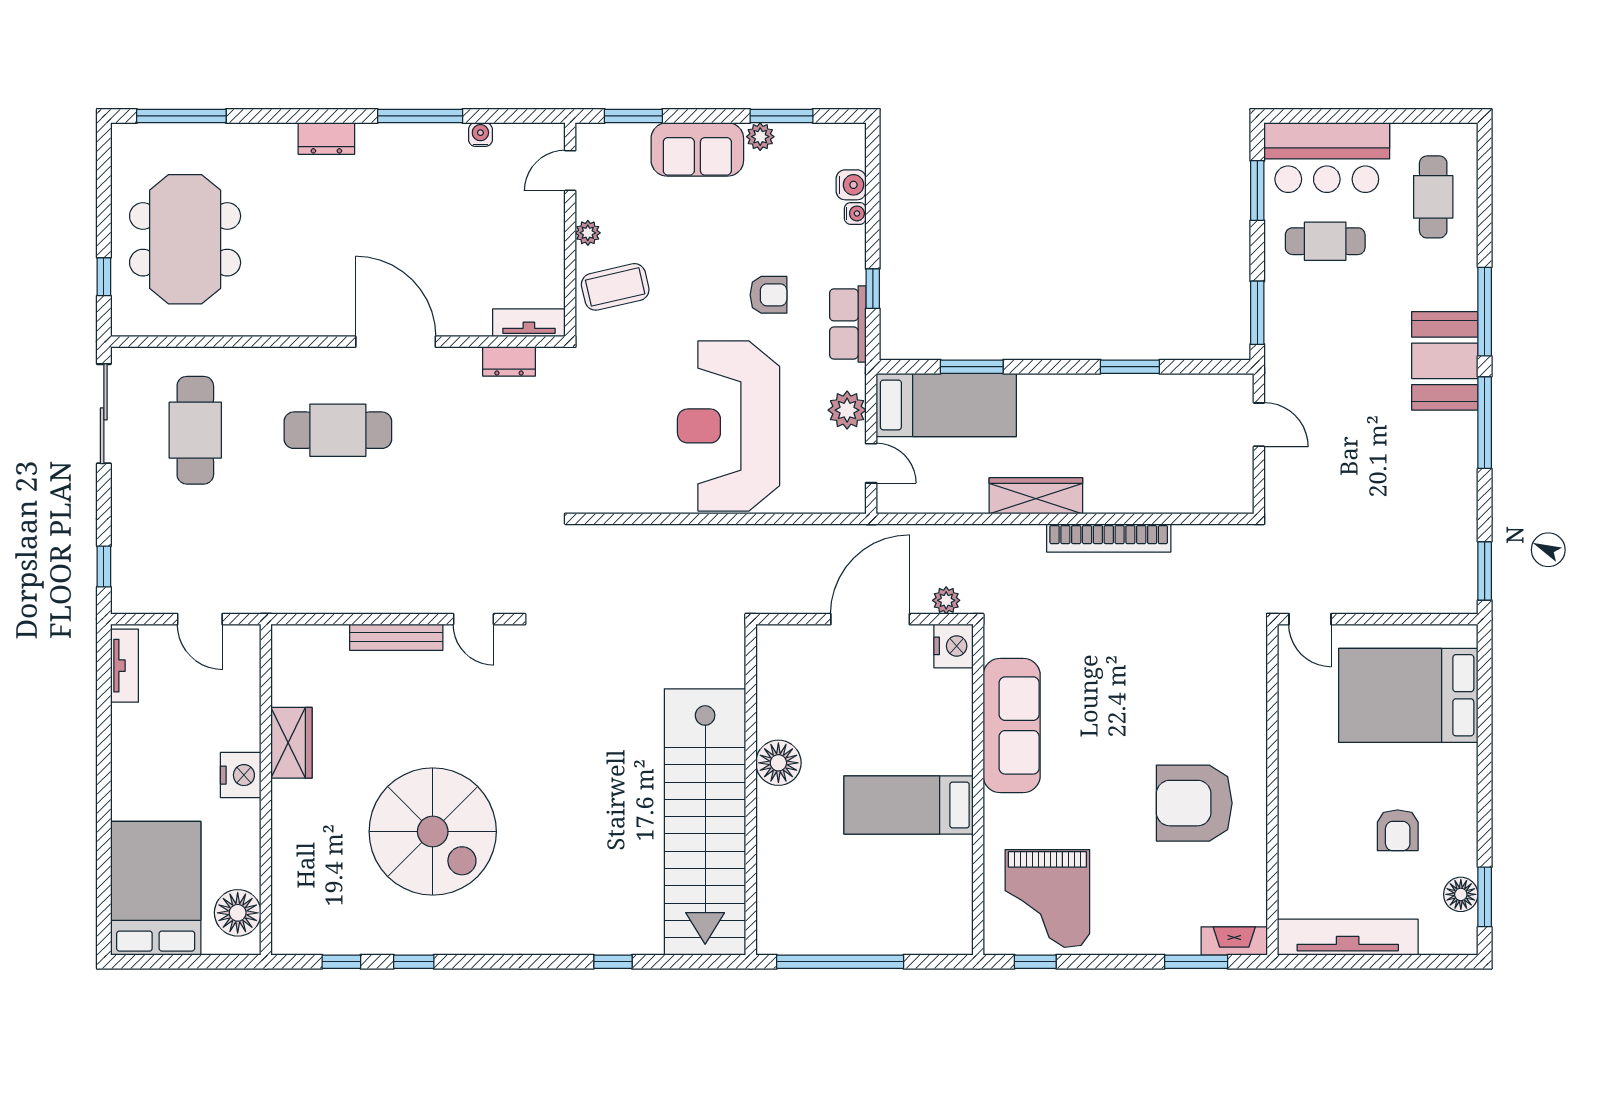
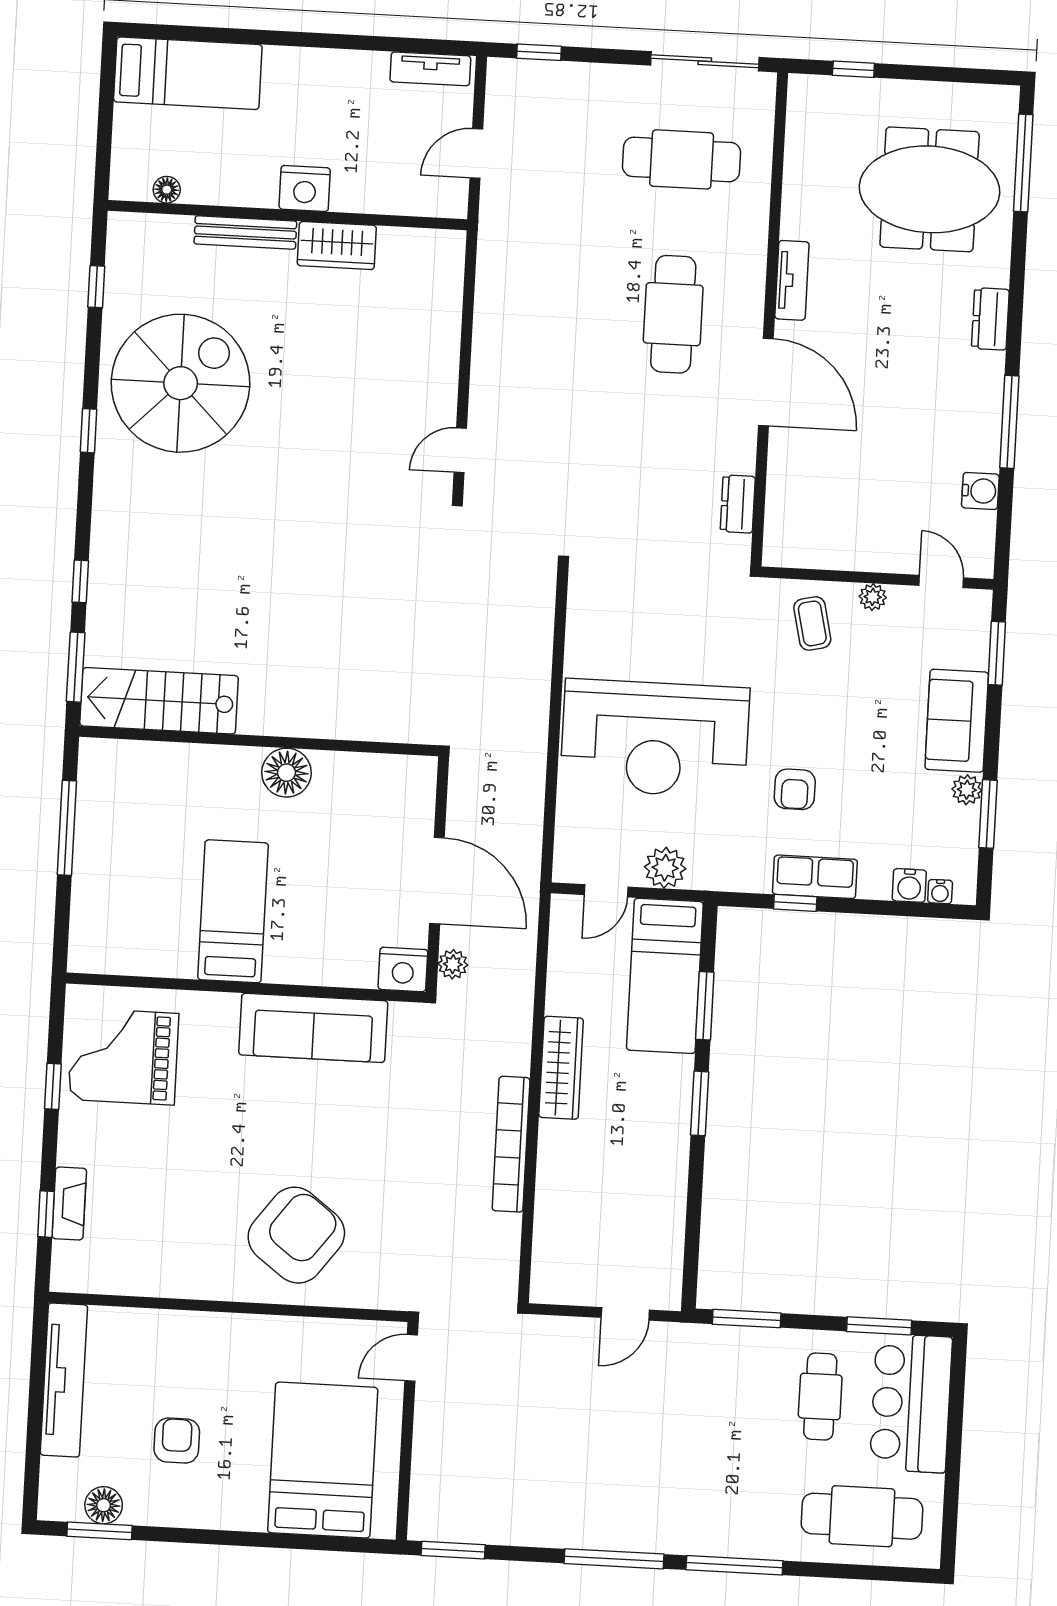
water cooler: (480, 135) -> (980, 491), width x1.38, depth x1.38
cafe table: (1433, 197) -> (862, 1516), width x1.37, depth x1.35
water cooler: (855, 213) -> (940, 892), moved
meeting table: (185, 239) -> (930, 189), moved
coffee table: (615, 287) -> (812, 623), width x0.73, depth x0.77
tv unit: (529, 323) -> (792, 280), moved
row of seats: (848, 324) -> (815, 877), moved
door: (396, 342) -> (766, 382), hinge flipped
booth: (1445, 361) -> (683, 1519), removed
window: (1130, 367) -> (700, 1103), moved
reception desk: (729, 426) -> (655, 738), turned 180
bench: (396, 637) -> (245, 232), moved, turned 90
armchair: (1194, 803) -> (296, 1235), moved, turned 37
stairs: (705, 822) -> (159, 701), width x0.54, depth x0.66
armchair: (1398, 830) -> (177, 1441), turned 90
spiral stairs: (433, 832) -> (181, 383), moved, turned 180
bed: (156, 888) -> (188, 73), width x0.67
floor lamp: (238, 913) -> (167, 190), width x0.53, depth x0.53
fireplace: (1234, 941) -> (69, 1203), moved
window: (414, 962) -> (88, 431), moved
window: (692, 962) -> (76, 667), added
window: (840, 962) -> (67, 828), width x0.68
window: (1035, 962) -> (53, 1086), moved
window: (1196, 962) -> (46, 1214), width x0.67

